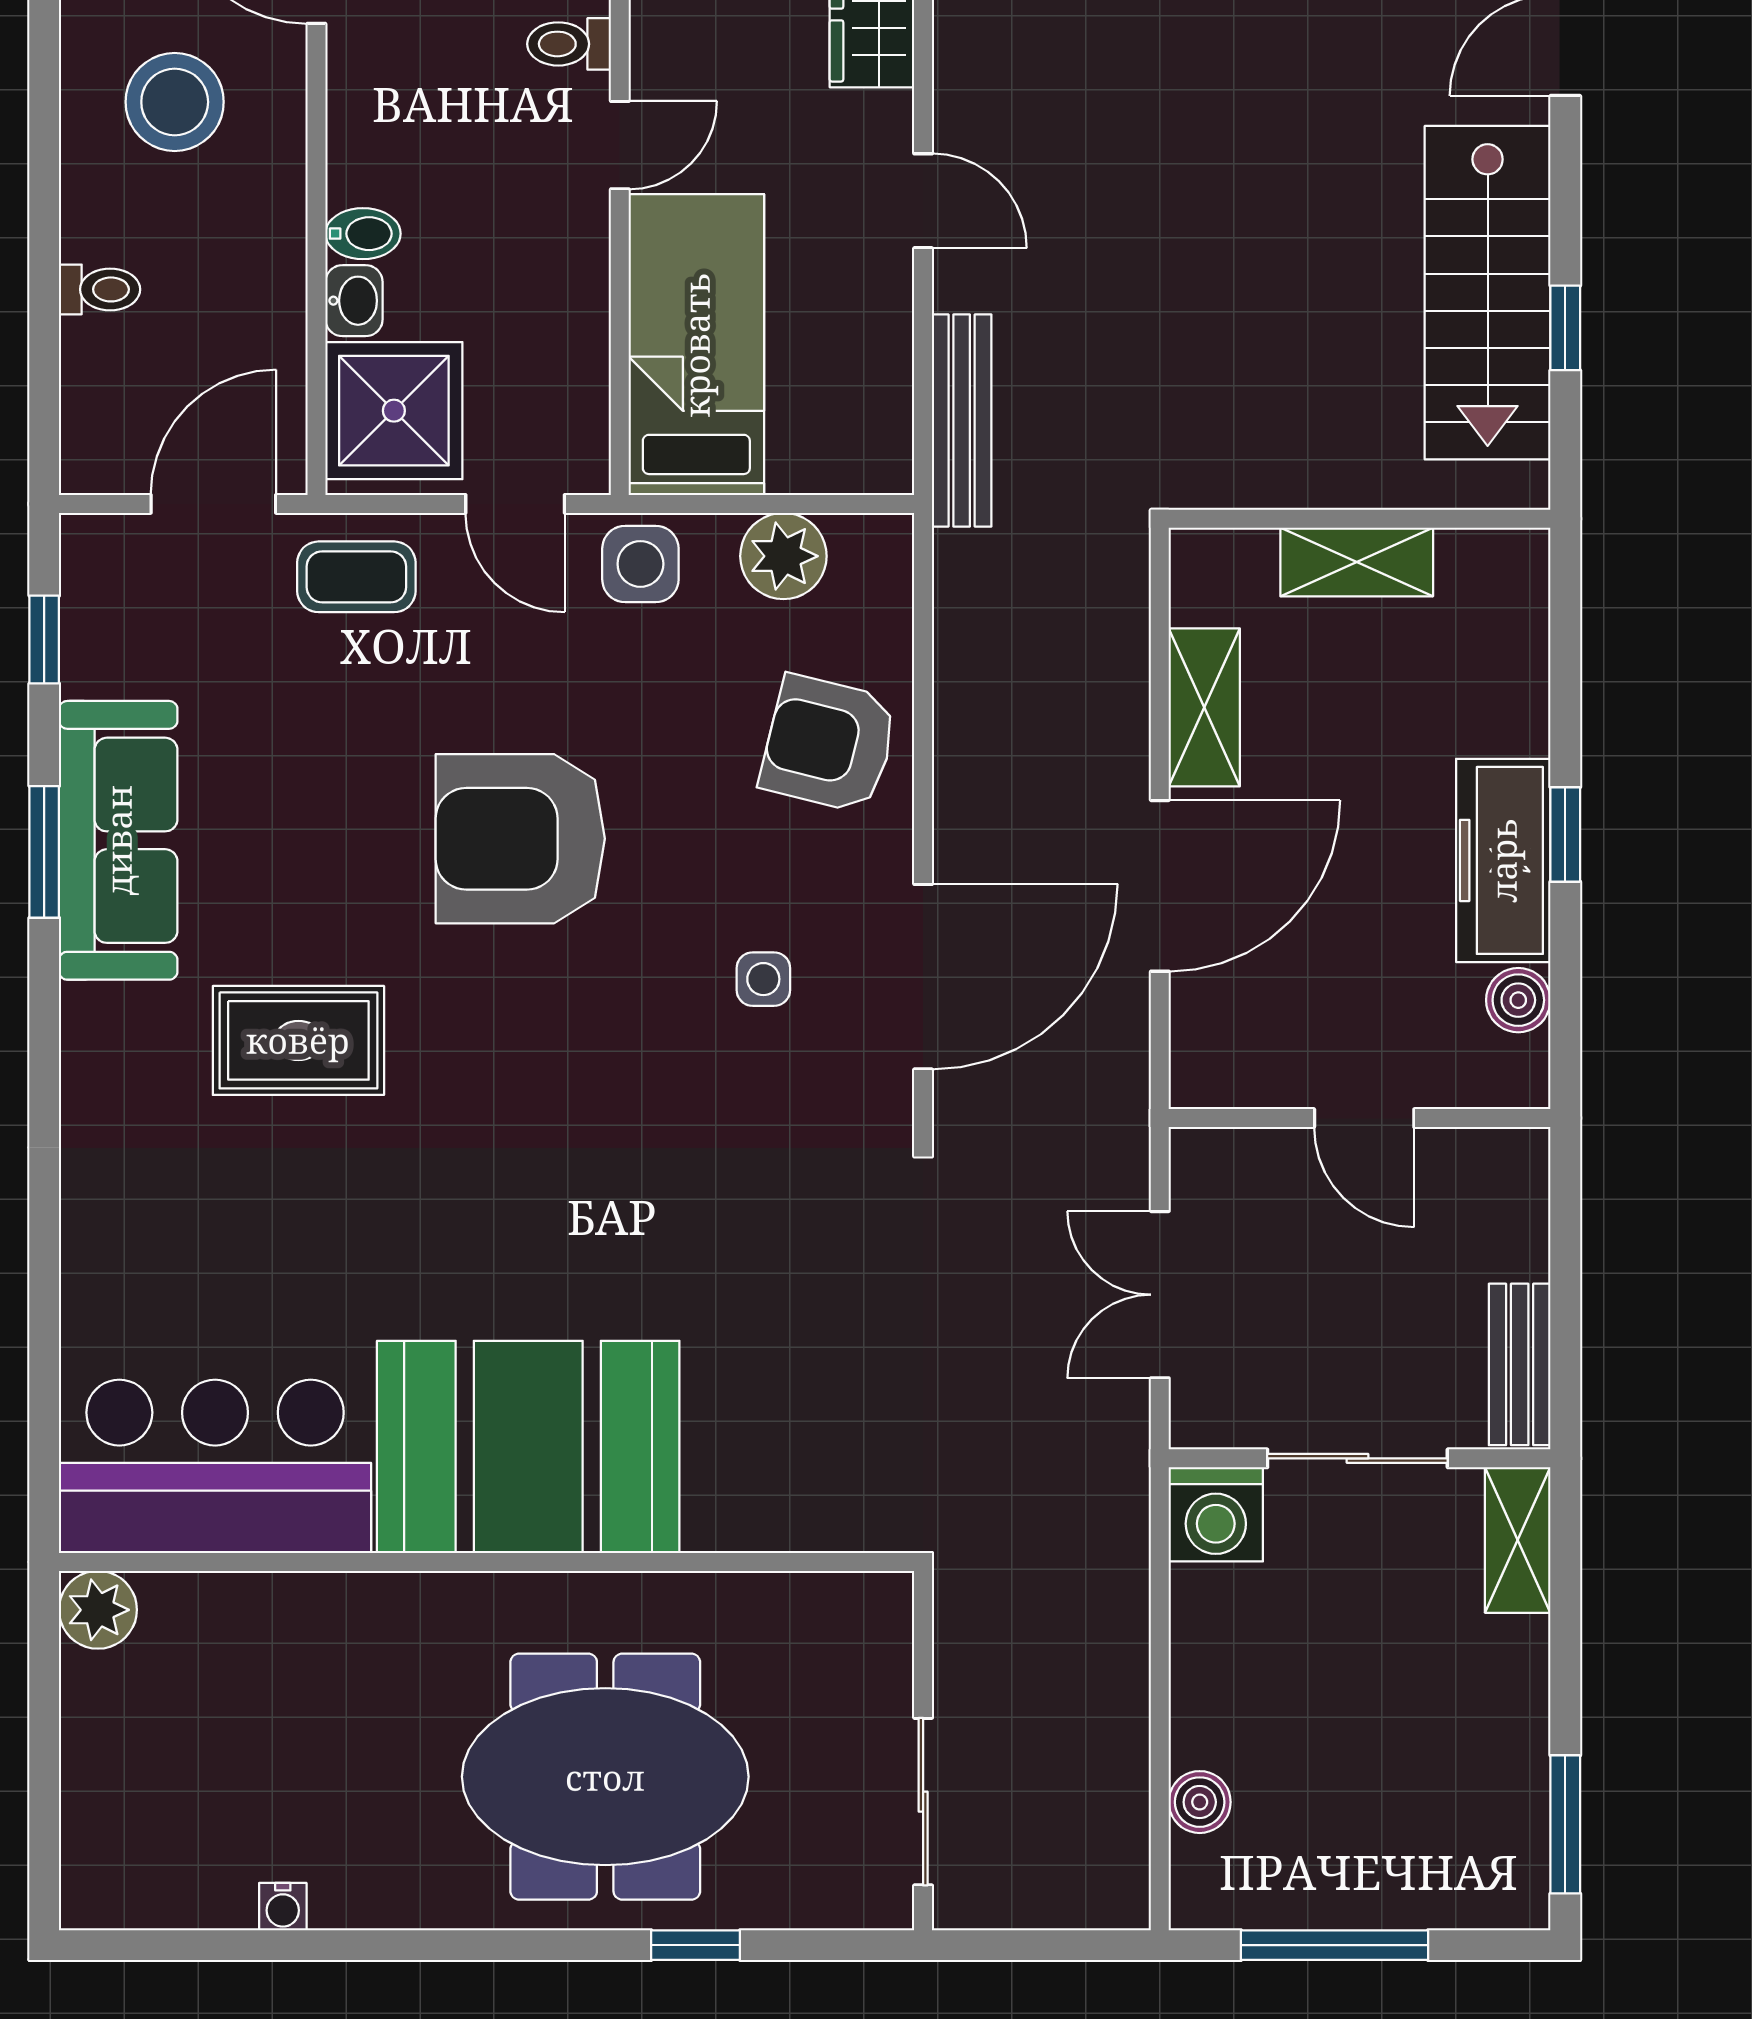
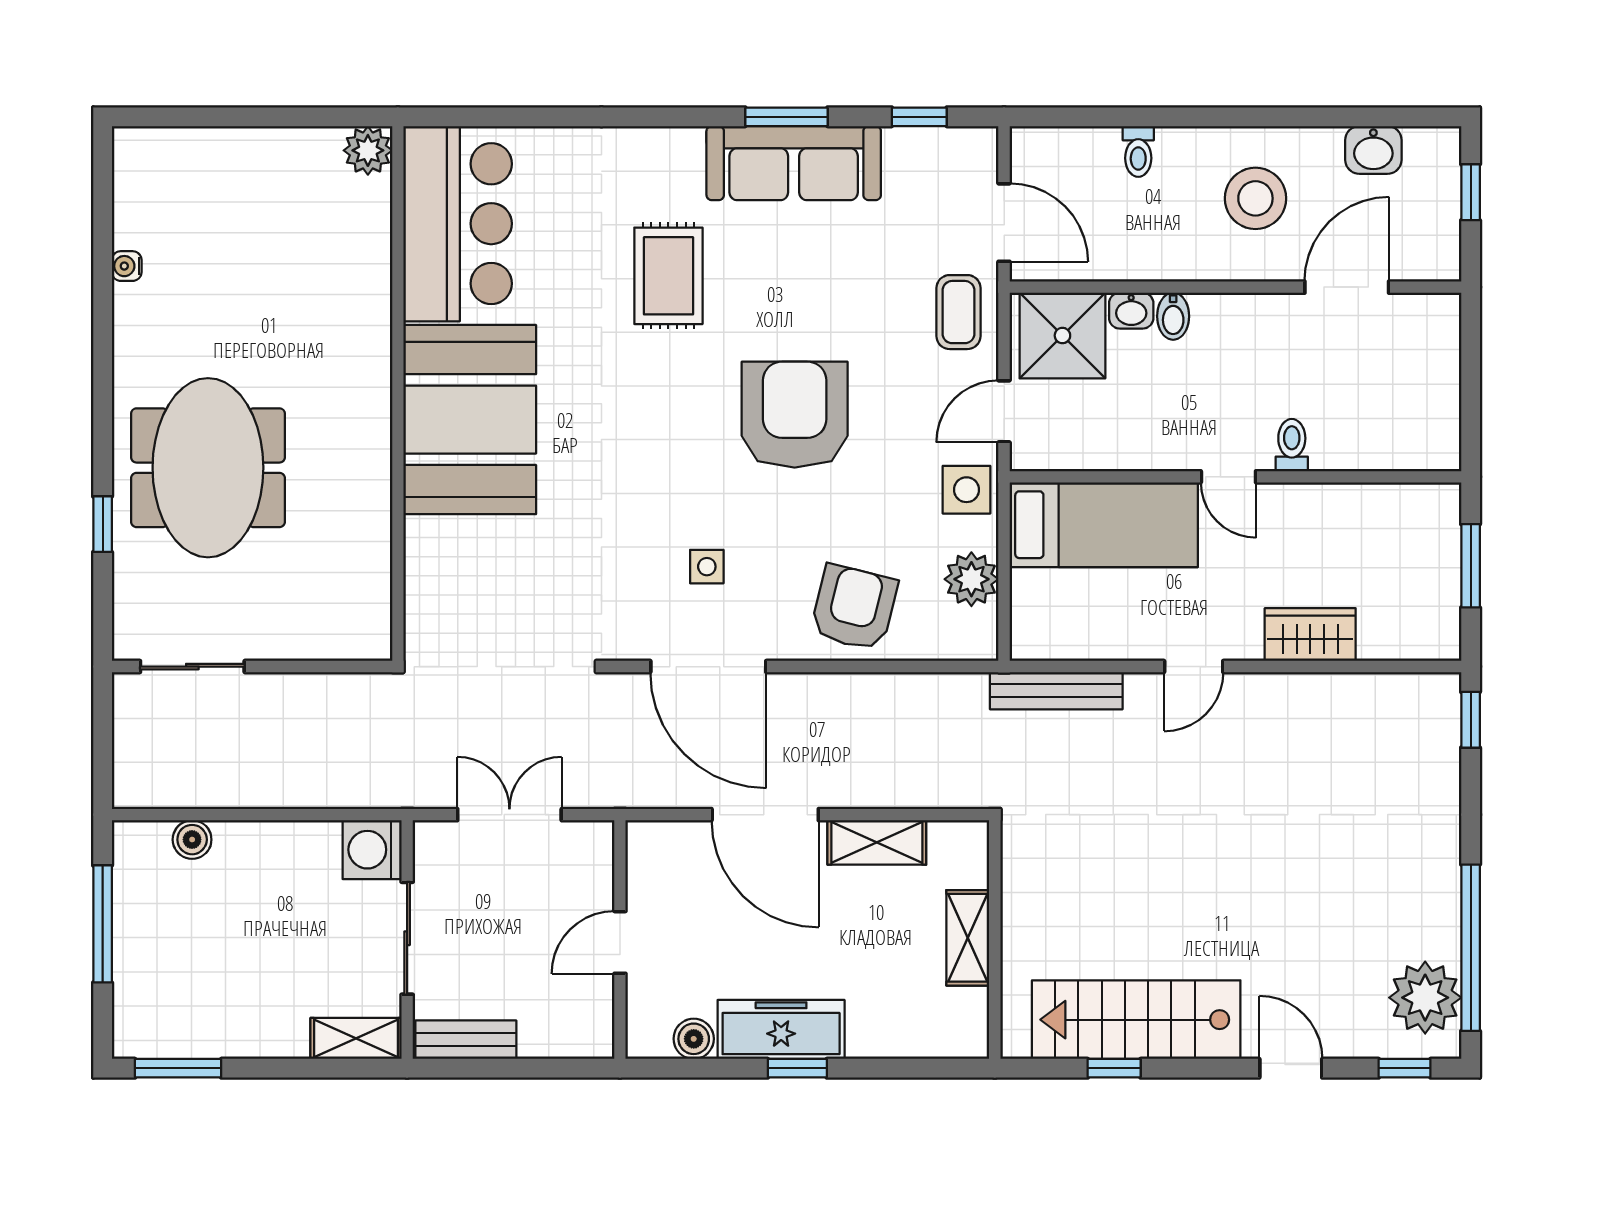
booth: (528, 1447) -> (470, 420), moved
bar counter: (215, 1466) -> (458, 224), moved
wall: (487, 1562) -> (398, 394), moved
plant: (98, 1610) -> (368, 150), moved

